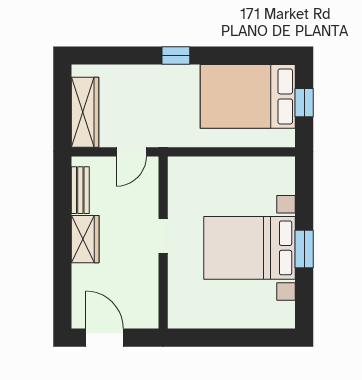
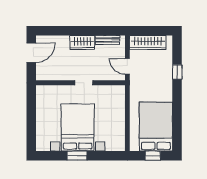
window: (176, 56) -> (177, 72), moved

